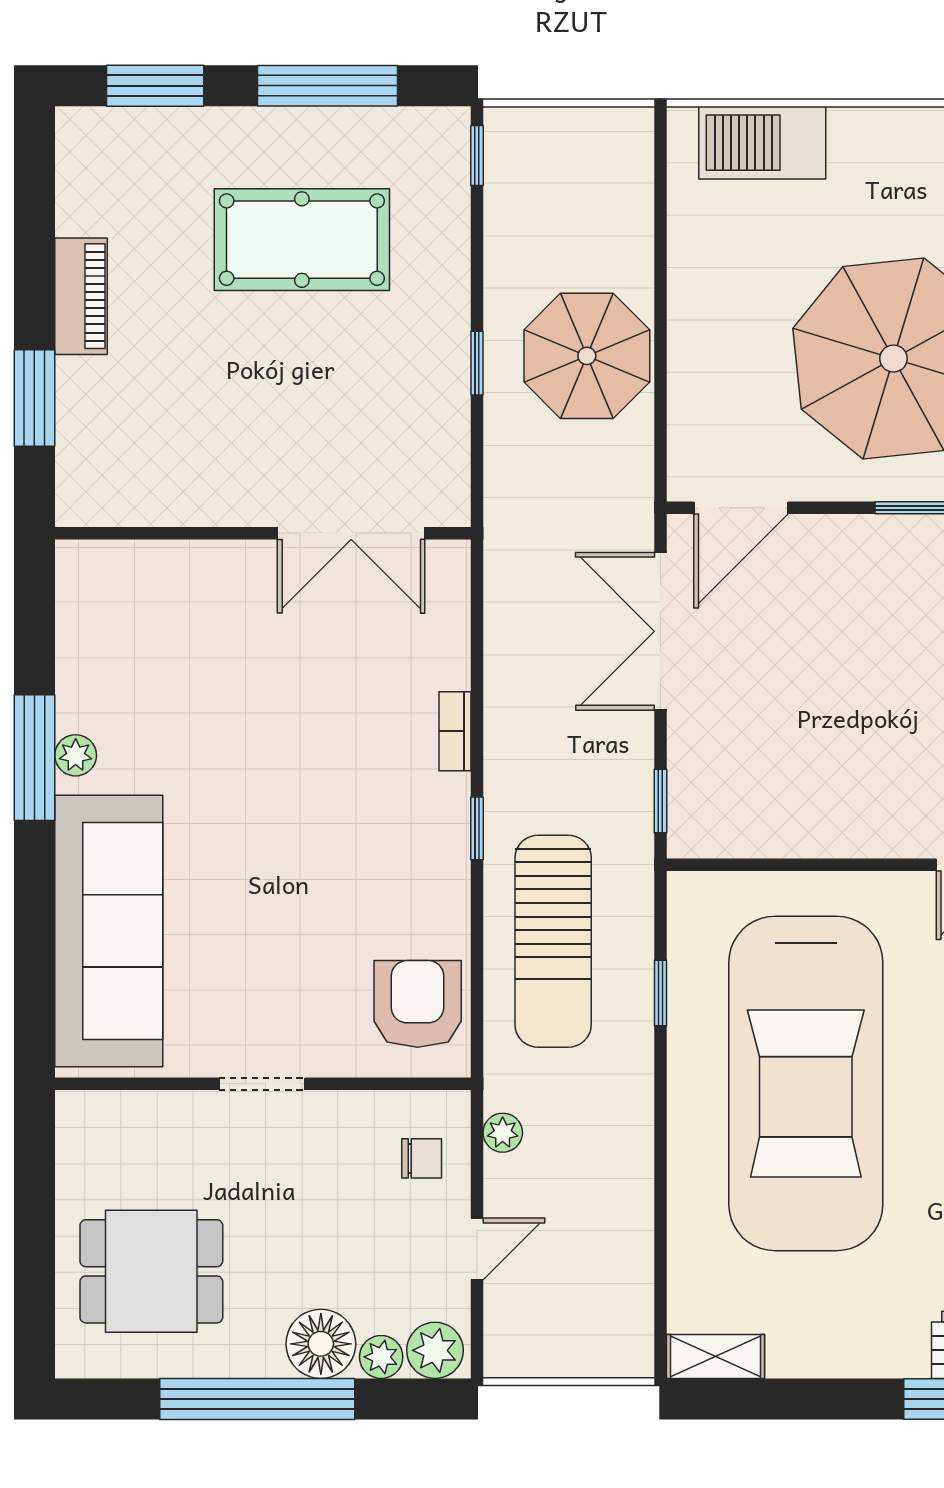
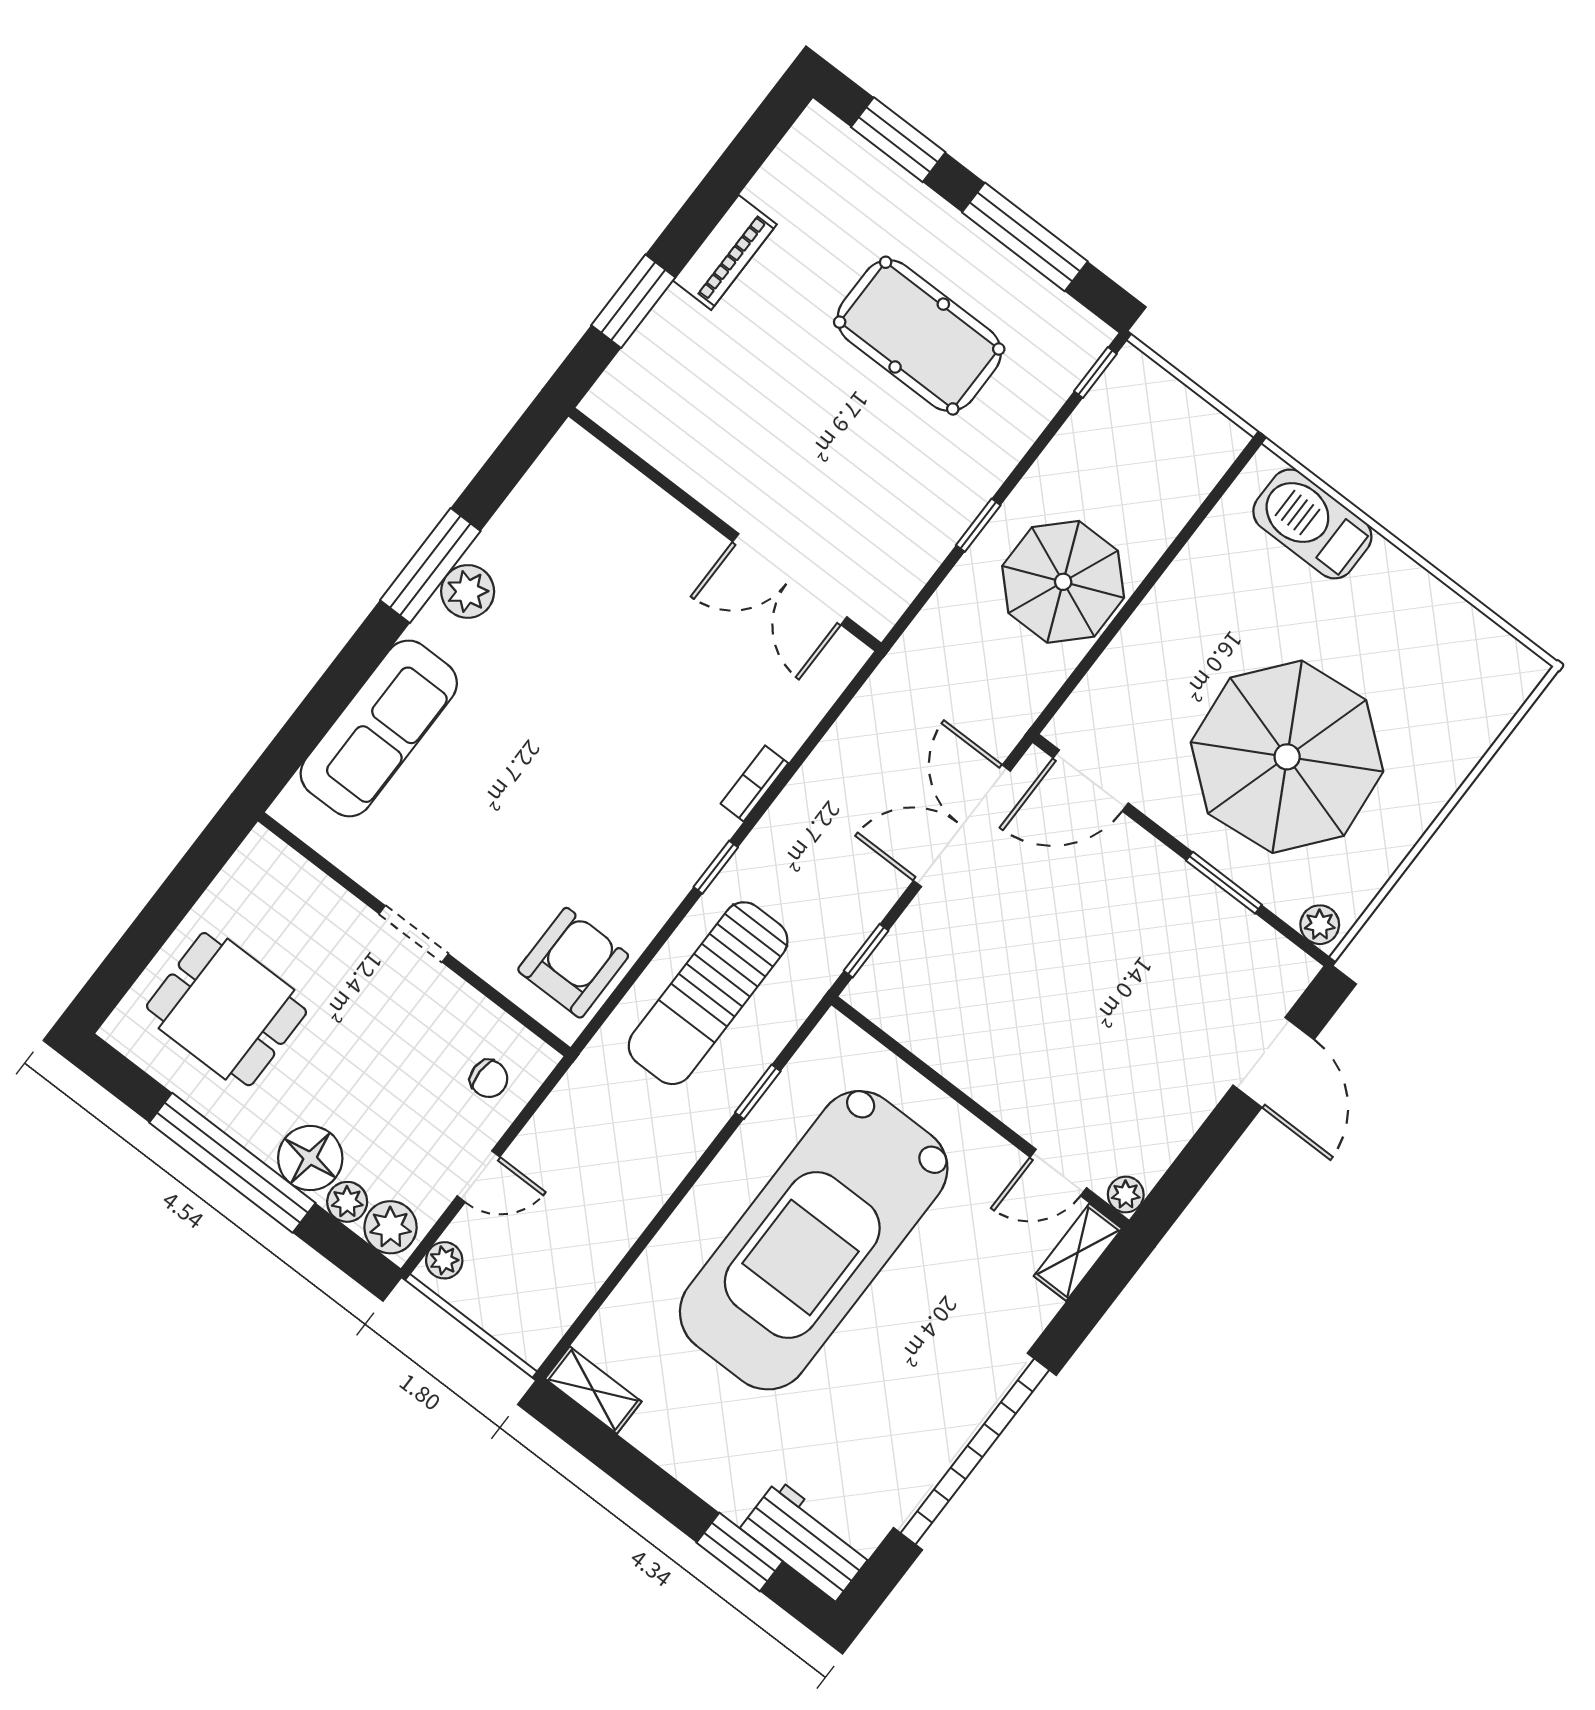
plant: (76, 755) -> (468, 591), width x1.38, depth x1.38
sofa: (109, 931) -> (379, 728), width x0.74, depth x0.79
plant: (503, 1133) -> (444, 1260), moved

